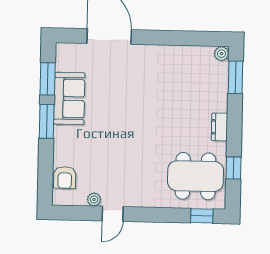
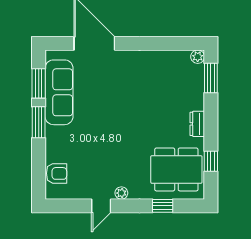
sofa: (69, 98) -> (59, 92), width x1.36
armchair: (65, 178) -> (57, 173), turned -90
plant: (94, 199) -> (121, 193), moved
window: (202, 216) -> (163, 206), moved

